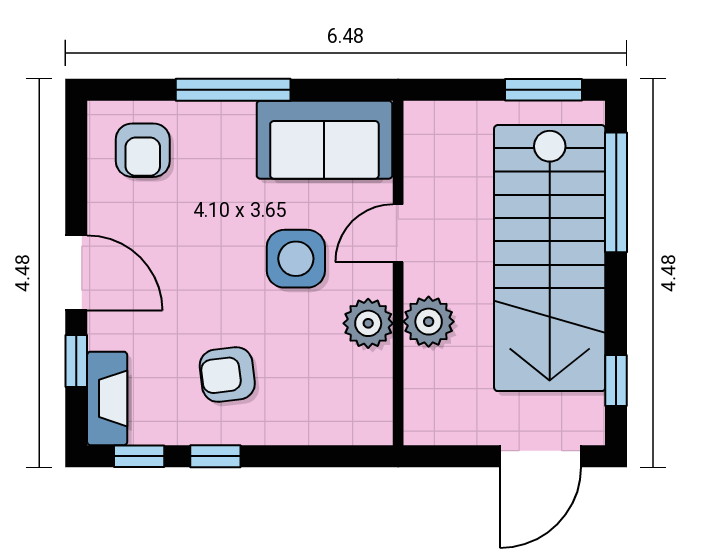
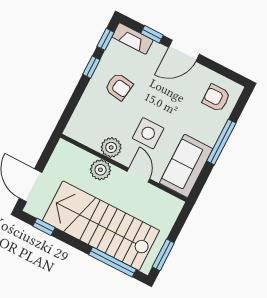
armchair: (227, 375) -> (119, 87), turned 105

